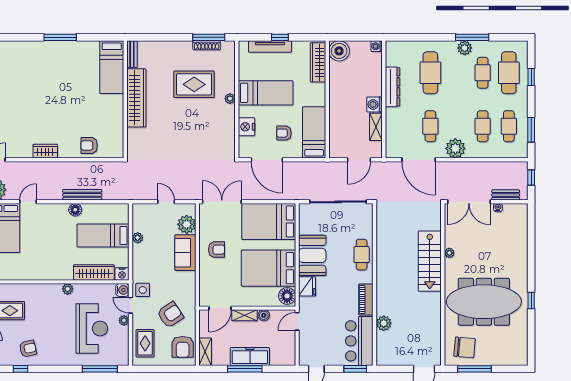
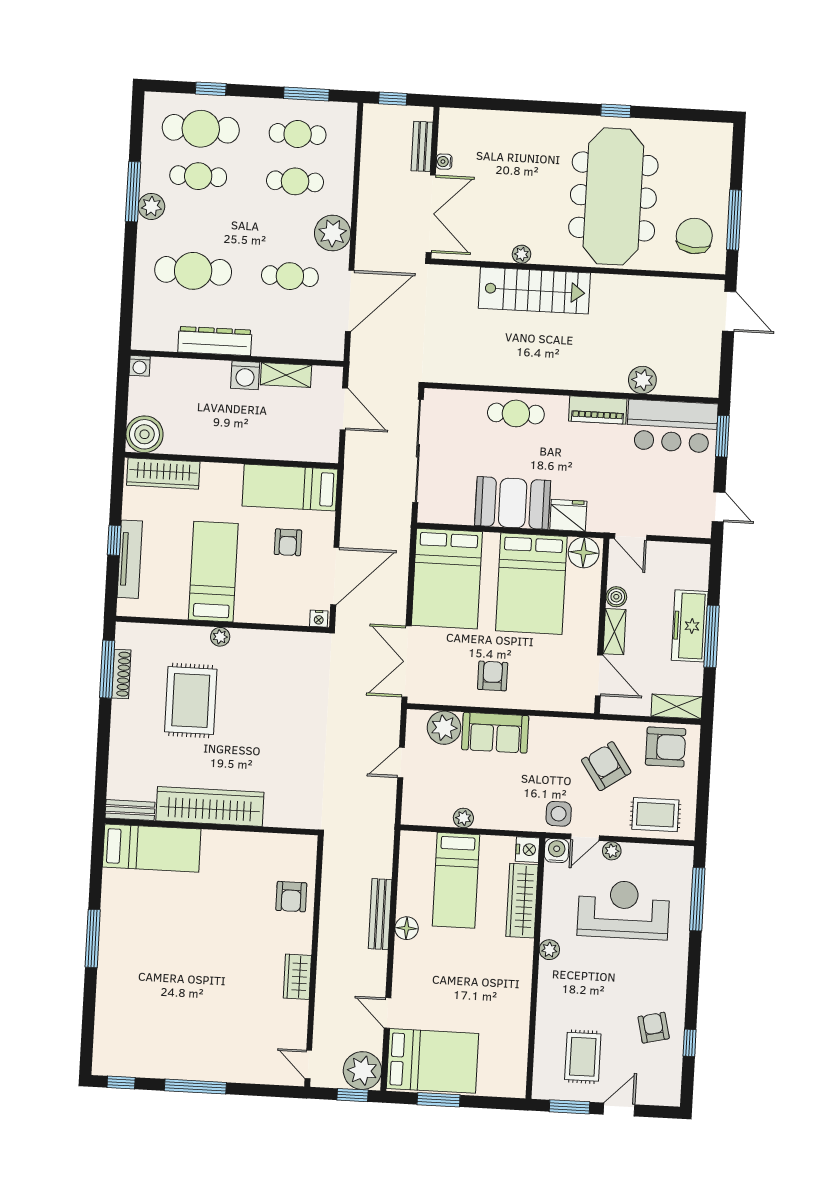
nightstand: (246, 127) -> (319, 619), moved, width x0.53, depth x0.56

